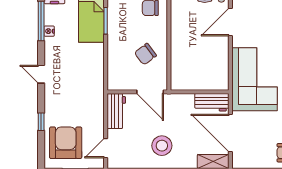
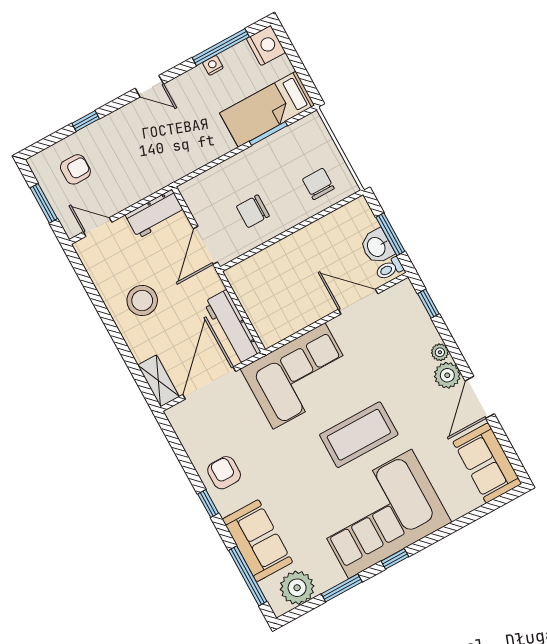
chair: (145, 54) -> (253, 211), turned -53
door: (41, 74) -> (149, 86), swing flipped
workbench: (212, 102) -> (232, 327), width x1.38
armchair: (66, 143) -> (75, 169), width x0.53, depth x0.53

